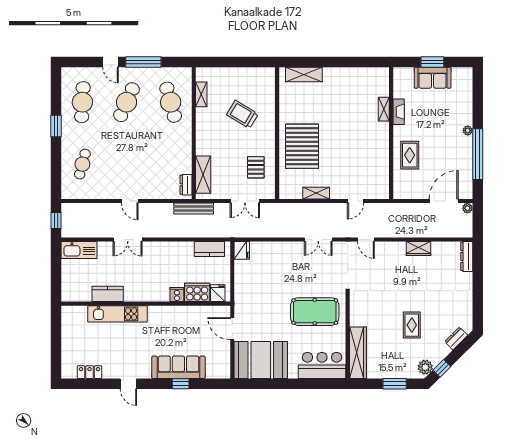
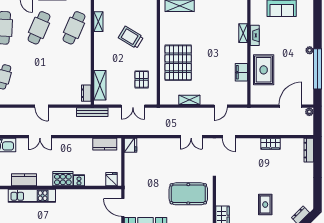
cafe table: (171, 102) -> (74, 28), turned 39
rug: (410, 155) -> (264, 70), width x1.36, depth x1.43
filing cabinet: (382, 158) -> (241, 72), added
cooker: (197, 292) -> (63, 179), moved

